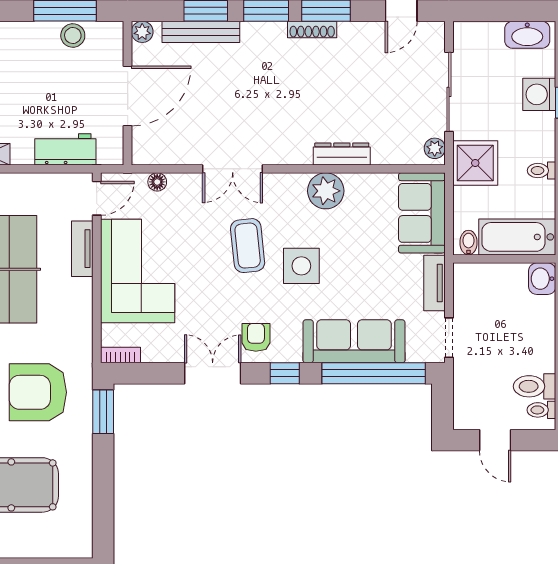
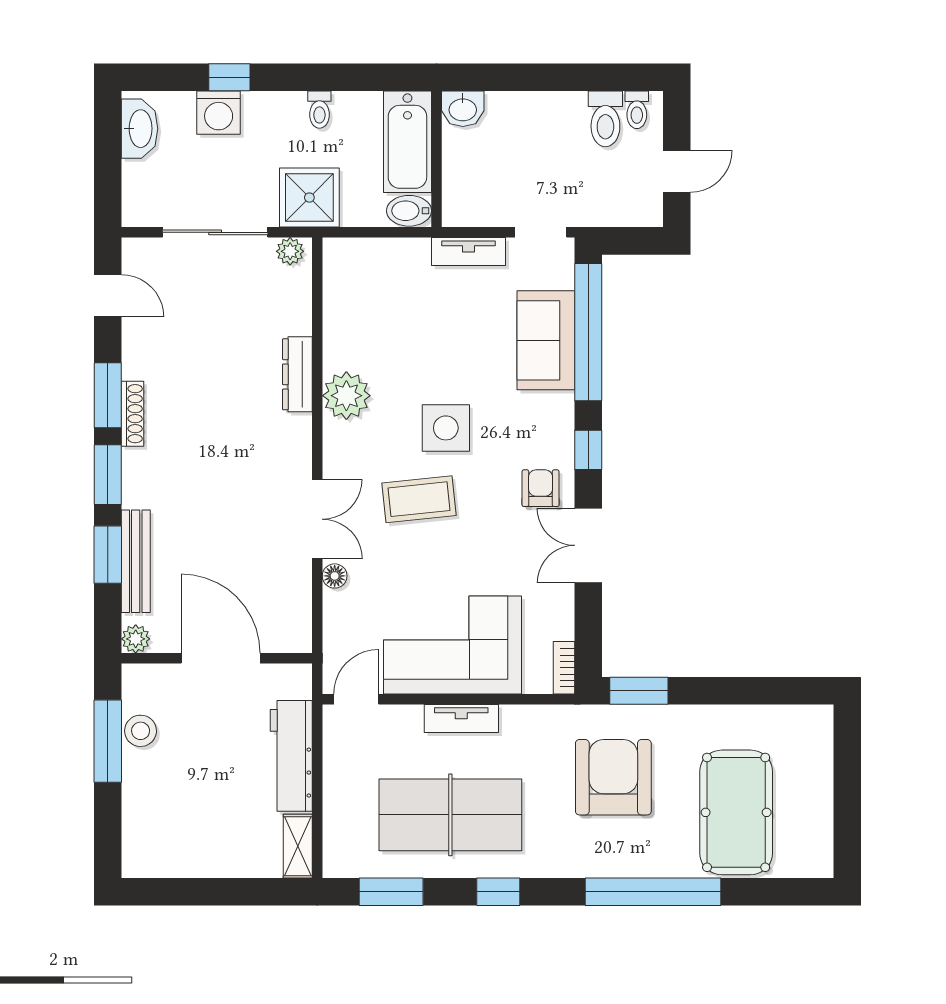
workbench: (65, 149) -> (291, 756), width x1.38
floor lamp: (157, 182) -> (335, 576), moved
door: (97, 198) -> (356, 699), hinge flipped
sofa: (422, 213) -> (376, 268), removed
bidet: (468, 243) -> (409, 211), width x1.38, depth x1.36
tv unit: (82, 249) -> (461, 718), moved
armchair: (256, 337) -> (541, 488), turned 90
sofa: (354, 341) -> (546, 340), width x0.73
armchair: (38, 392) -> (613, 777), turned 180

